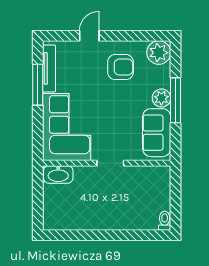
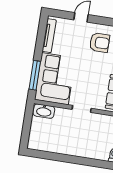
window: (38, 85) -> (35, 75), moved

